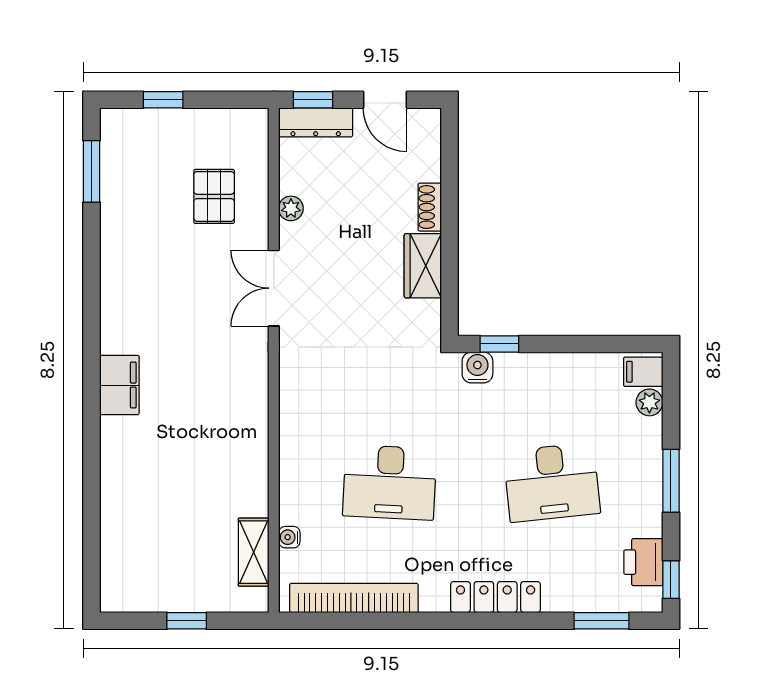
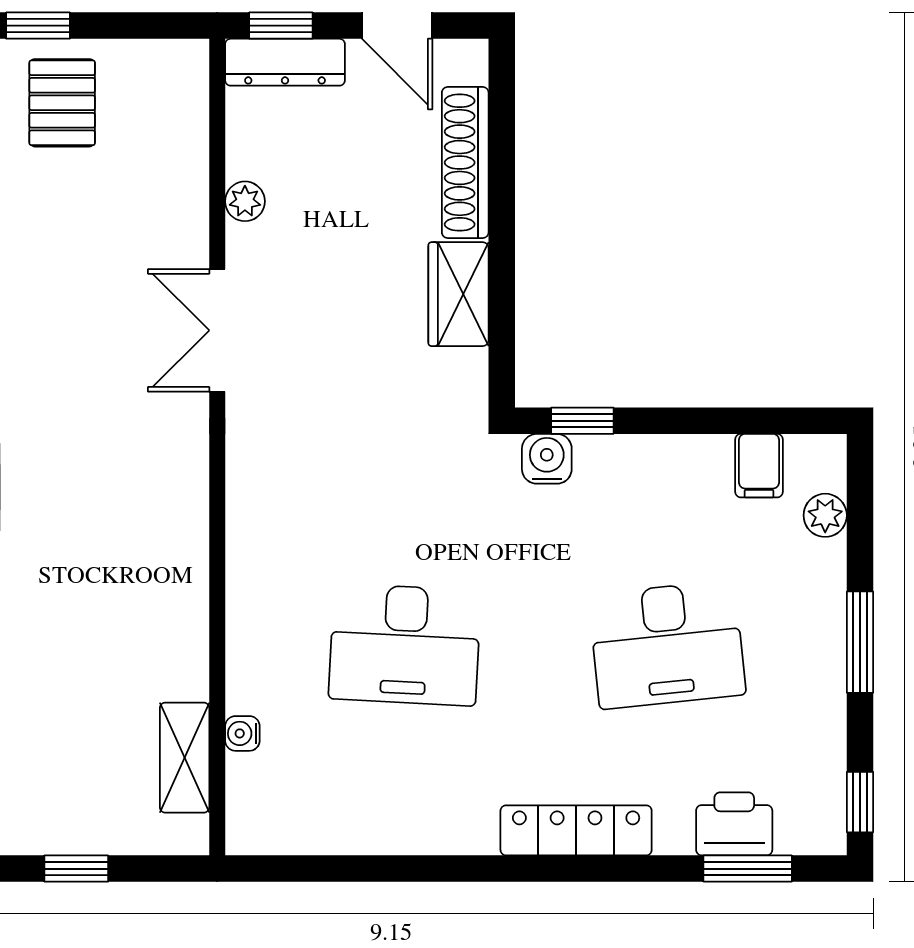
pallet: (214, 196) -> (62, 103), moved
shoe rack: (430, 207) -> (465, 163), width x1.94, depth x1.24
filing cabinet: (643, 372) -> (759, 466), moved, turned -90
printer: (643, 562) -> (734, 824), moved, turned 90
bookcase: (354, 598) -> (347, 832), removed

